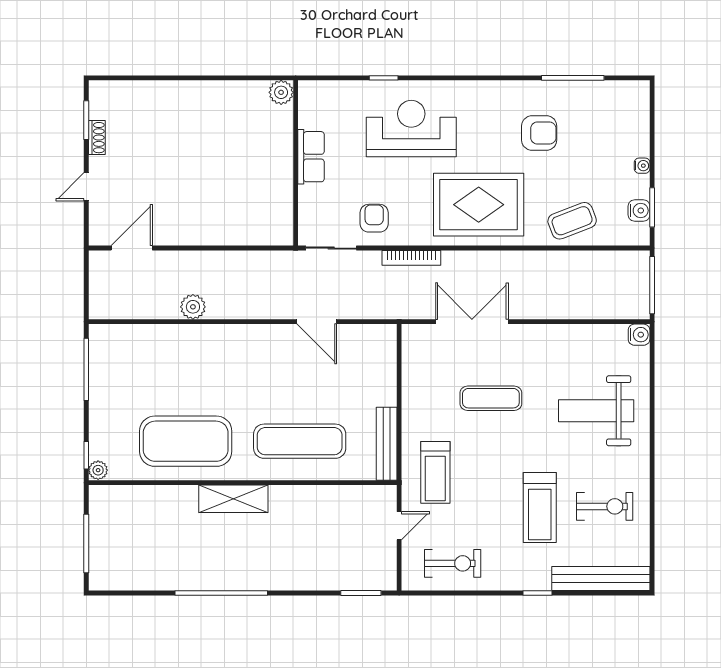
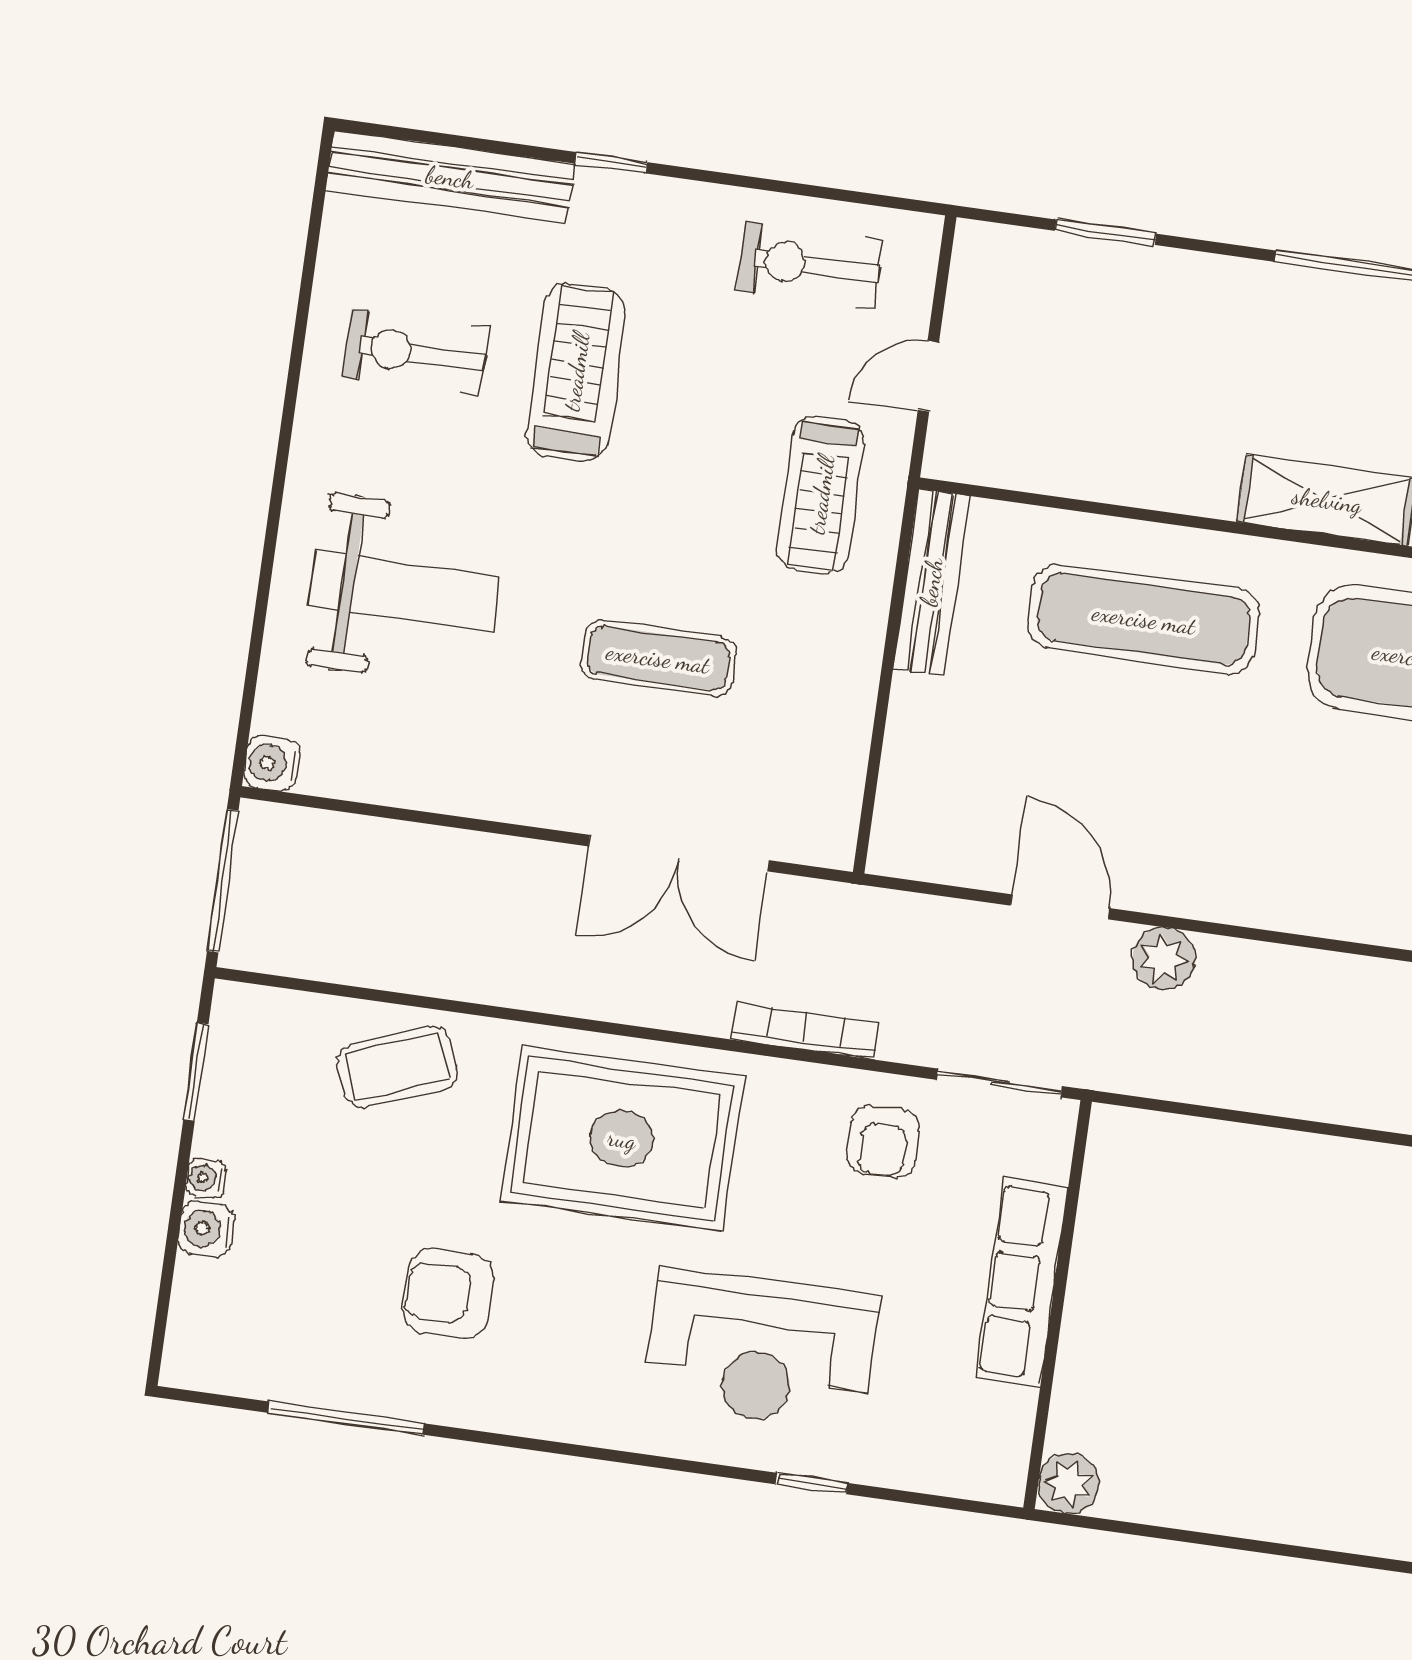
row of seats: (311, 157) -> (1022, 1282), width x1.48
water cooler: (639, 211) -> (207, 1229), moved
plant: (193, 307) -> (1164, 959), moved
treadmill: (435, 472) -> (821, 495), turned 180
window: (361, 593) -> (1106, 232), moved

